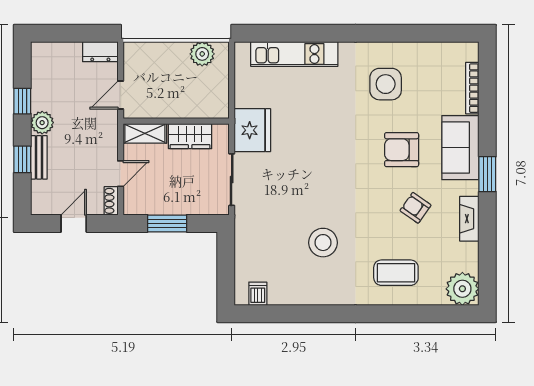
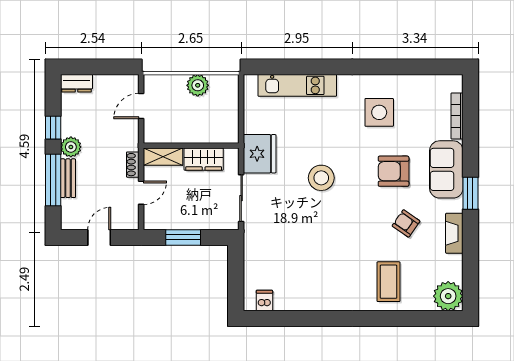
dresser: (100, 52) -> (76, 83), moved
plant: (202, 54) -> (198, 85), moved
door: (121, 95) -> (141, 106), moved
window: (22, 159) -> (53, 180), width x2.17
shoe rack: (111, 201) -> (133, 165), moved
stool: (323, 243) -> (321, 178), moved
coffee table: (396, 273) -> (389, 282), turned 90

